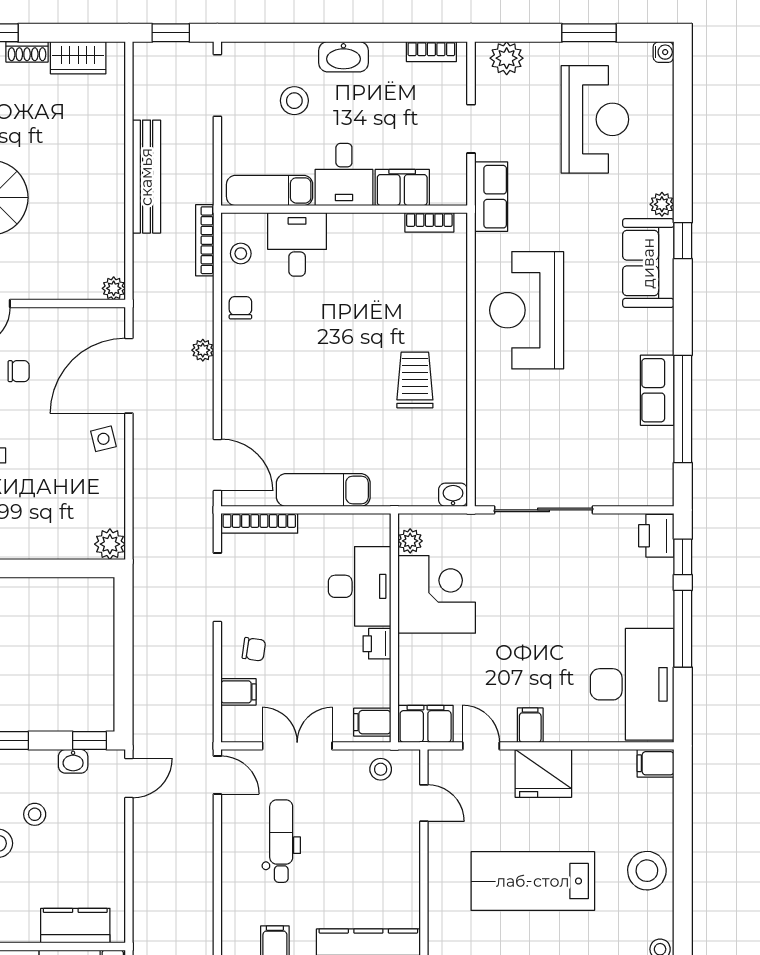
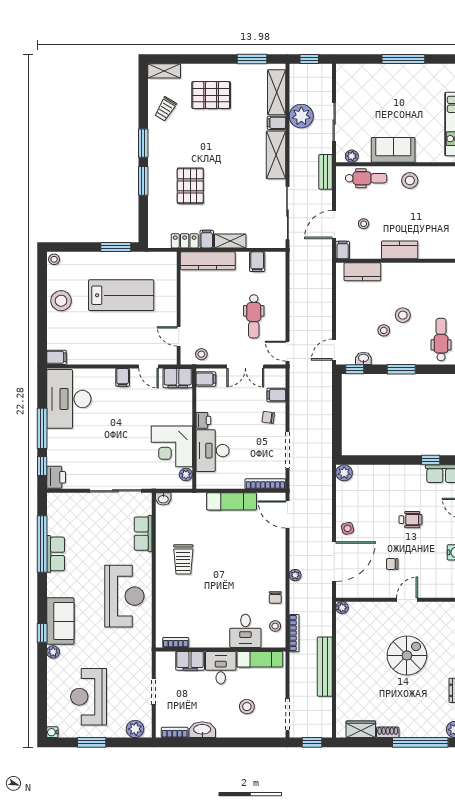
washbasin: (343, 57) -> (202, 730), moved
row of seats: (491, 197) -> (143, 534), moved
fridge: (543, 773) -> (116, 352), removed

